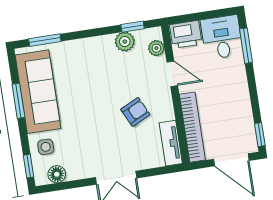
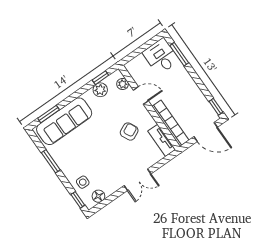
printer: (186, 34) -> (137, 66), removed
sofa: (38, 92) -> (64, 121), moved, turned 90

